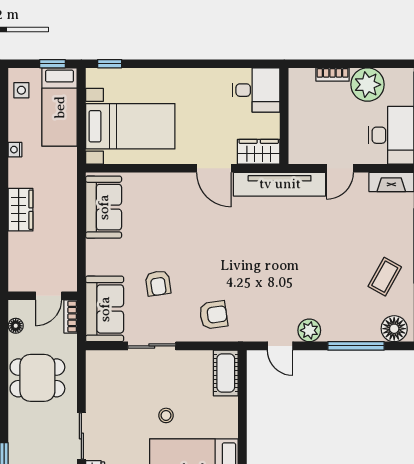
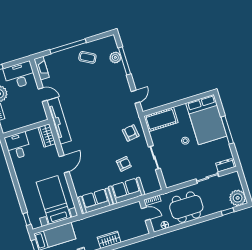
door: (214, 168) -> (64, 164), moved
sofa: (105, 309) -> (127, 191), moved
floor lamp: (394, 329) -> (111, 45), removed
plant: (309, 330) -> (115, 57), moved
cot: (226, 373) -> (161, 119), width x1.37, depth x1.34
dining table: (37, 378) -> (186, 207), width x1.38

